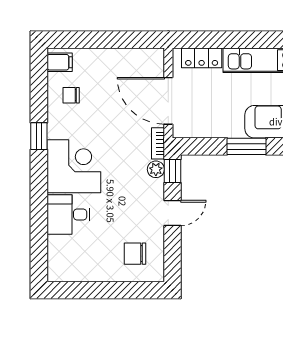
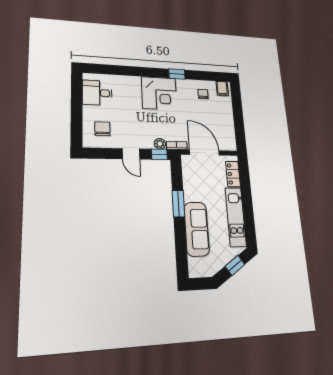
door: (168, 101) -> (204, 153), hinge flipped
desk: (69, 214) -> (97, 93), moved, turned -90

